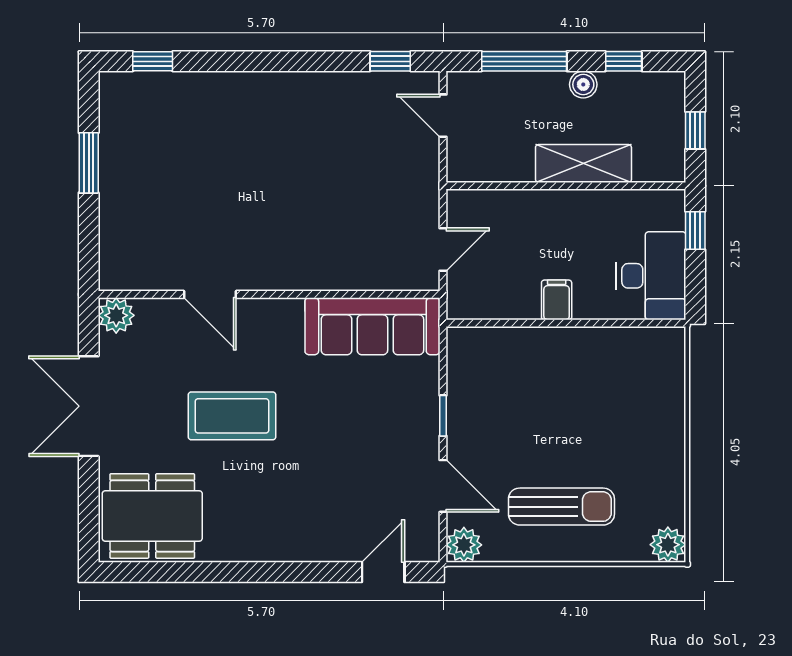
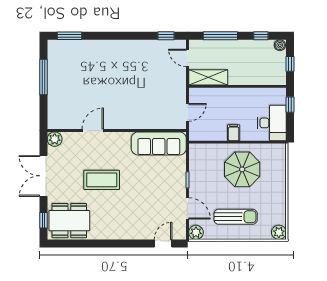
window: (153, 61) -> (69, 36), width x1.50
boiler: (583, 84) -> (280, 45), moved
window: (89, 163) -> (43, 77), width x1.44
shelving: (583, 163) -> (208, 77), moved
door: (210, 294) -> (93, 131), swing flipped
parasol: (578, 390) -> (242, 169), added
window: (89, 515) -> (43, 220), added

